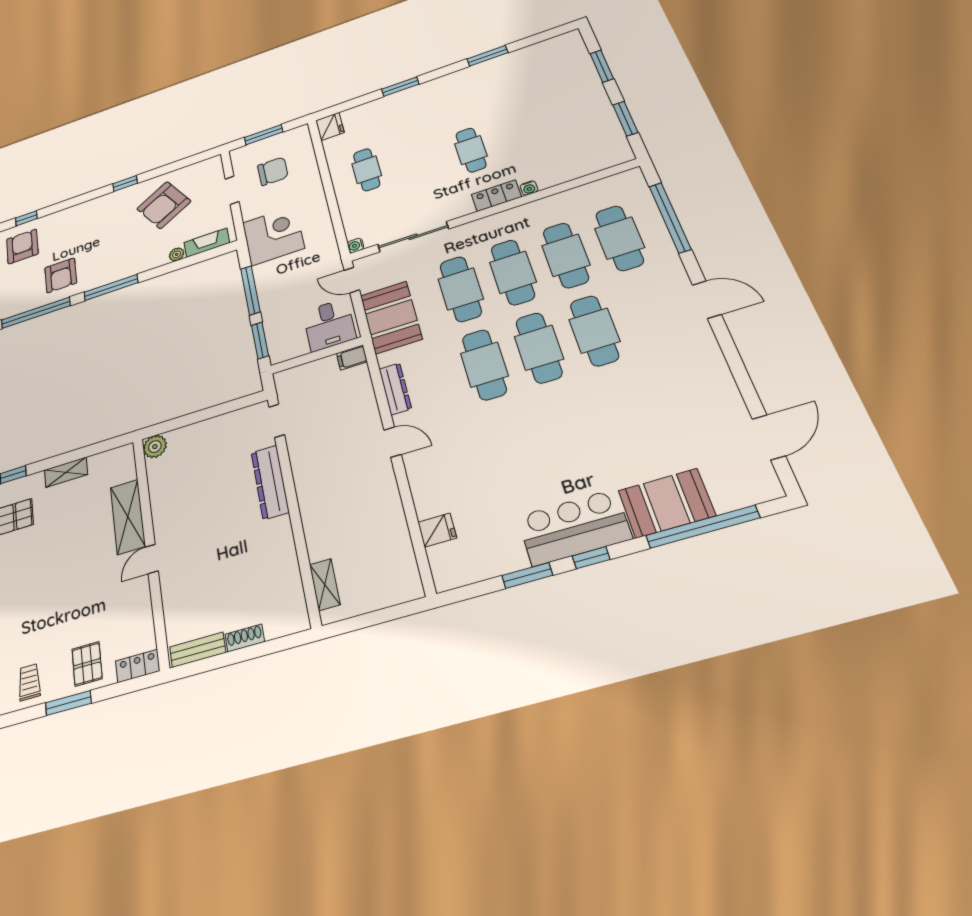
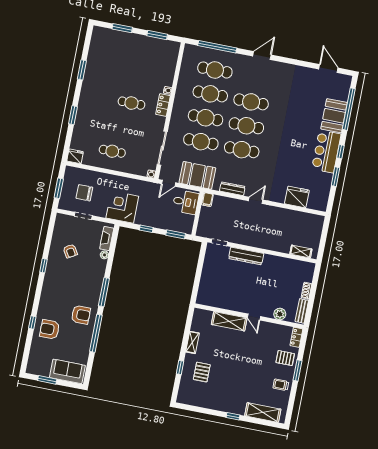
chair: (273, 171) -> (84, 193), turned -90
armchair: (164, 205) -> (70, 251), width x0.53, depth x0.53
window: (250, 290) -> (146, 229), width x0.46
plant: (155, 447) -> (280, 314), moved
fridge: (437, 530) -> (297, 197), width x1.88, depth x1.34

